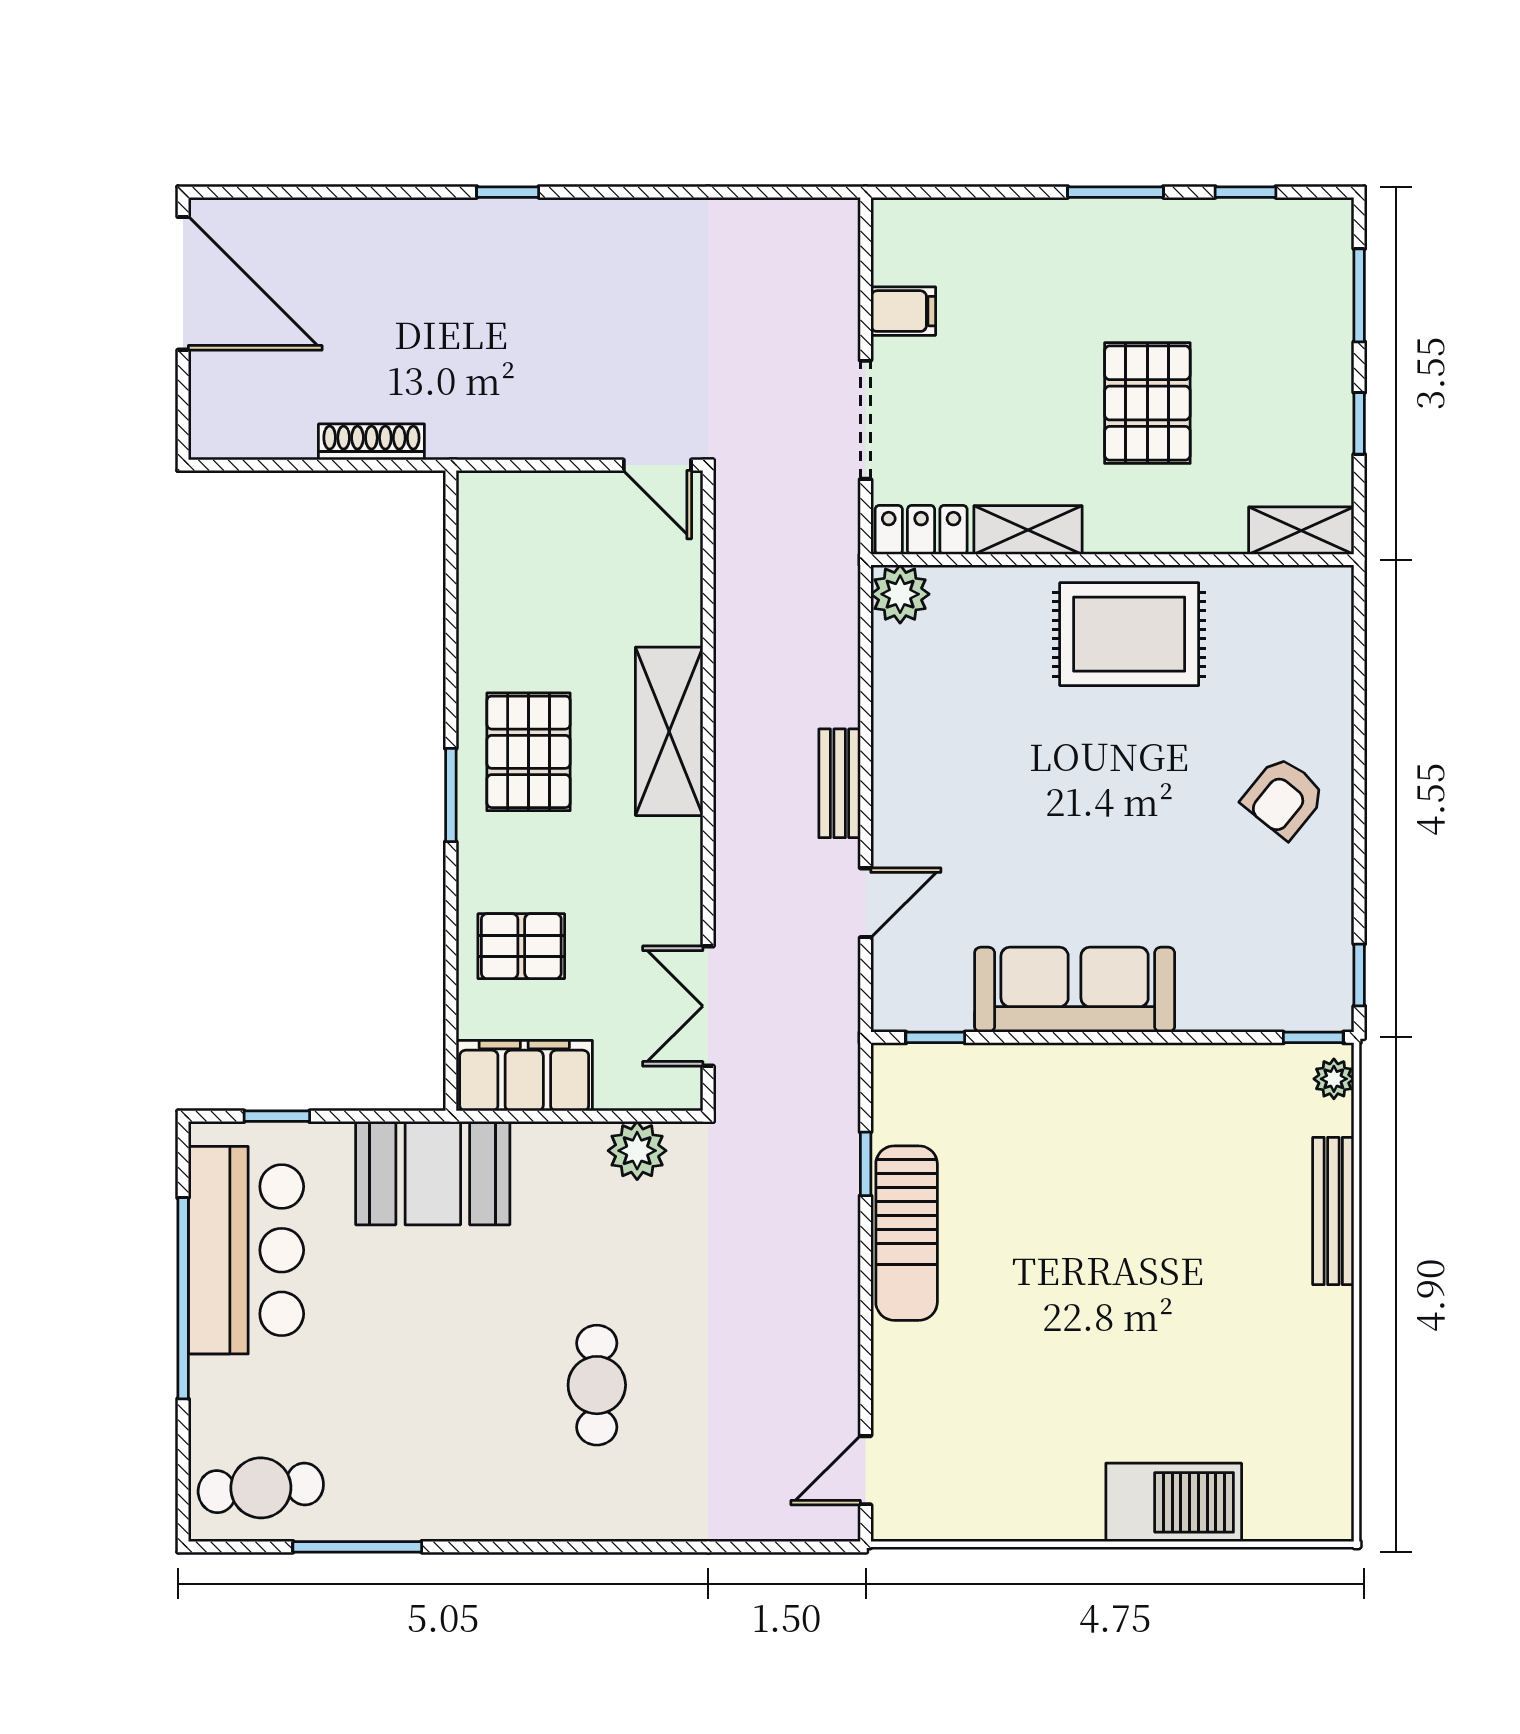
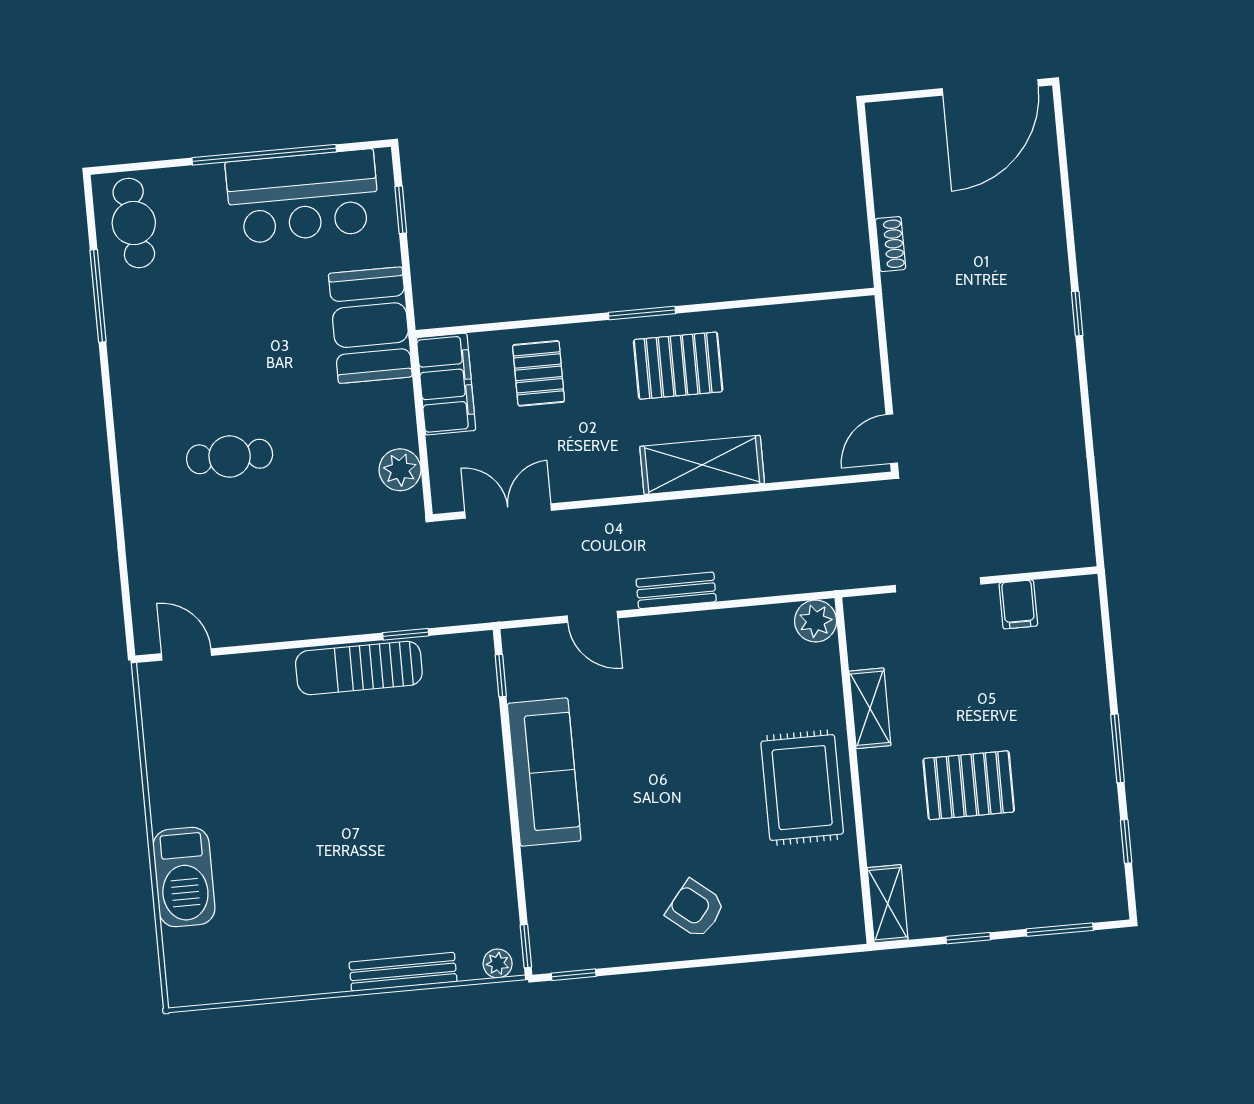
shoe rack: (371, 442) -> (890, 244), width x0.70
locker: (921, 530) -> (863, 632), removed

